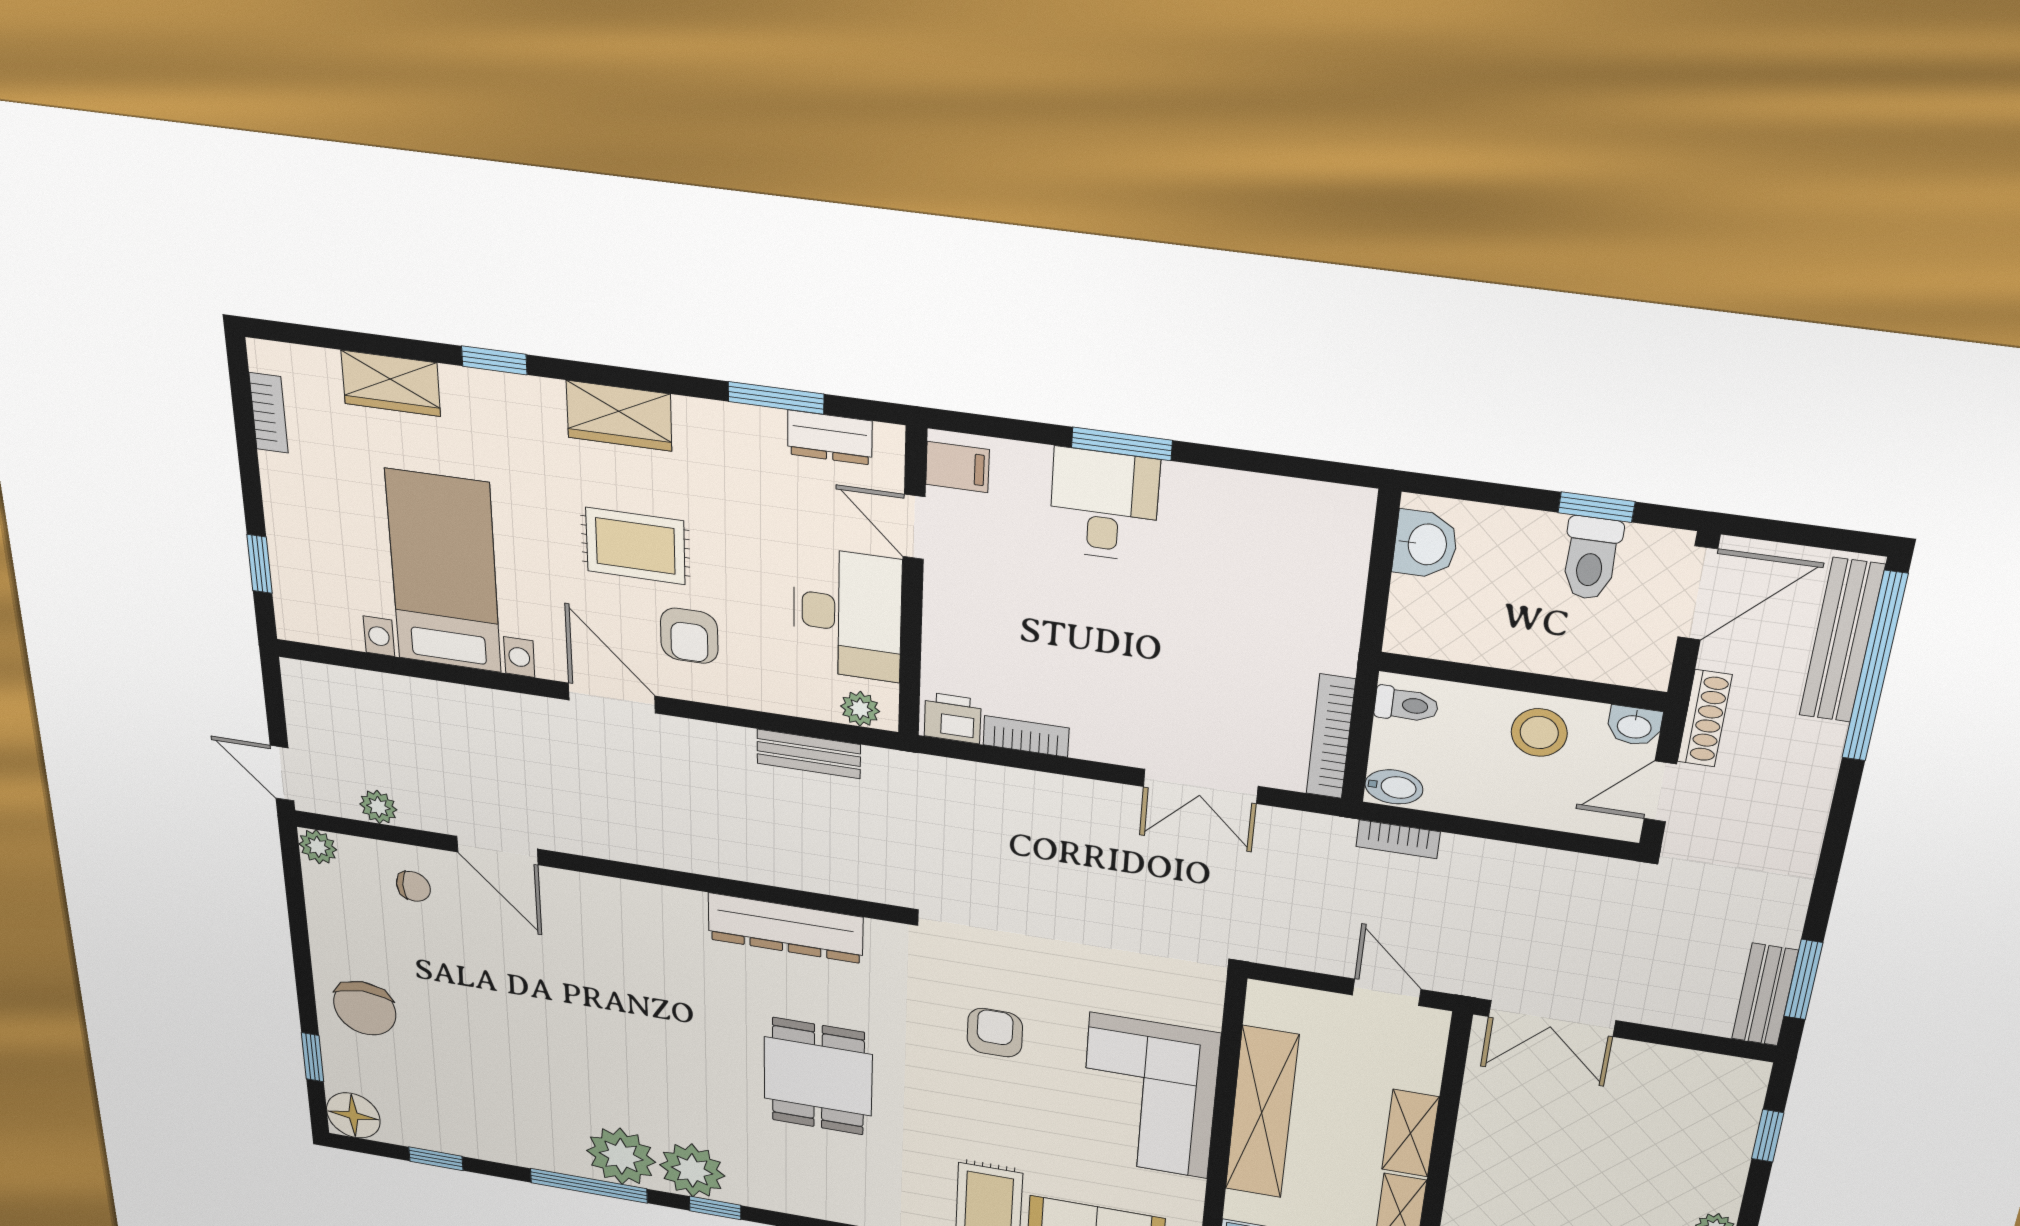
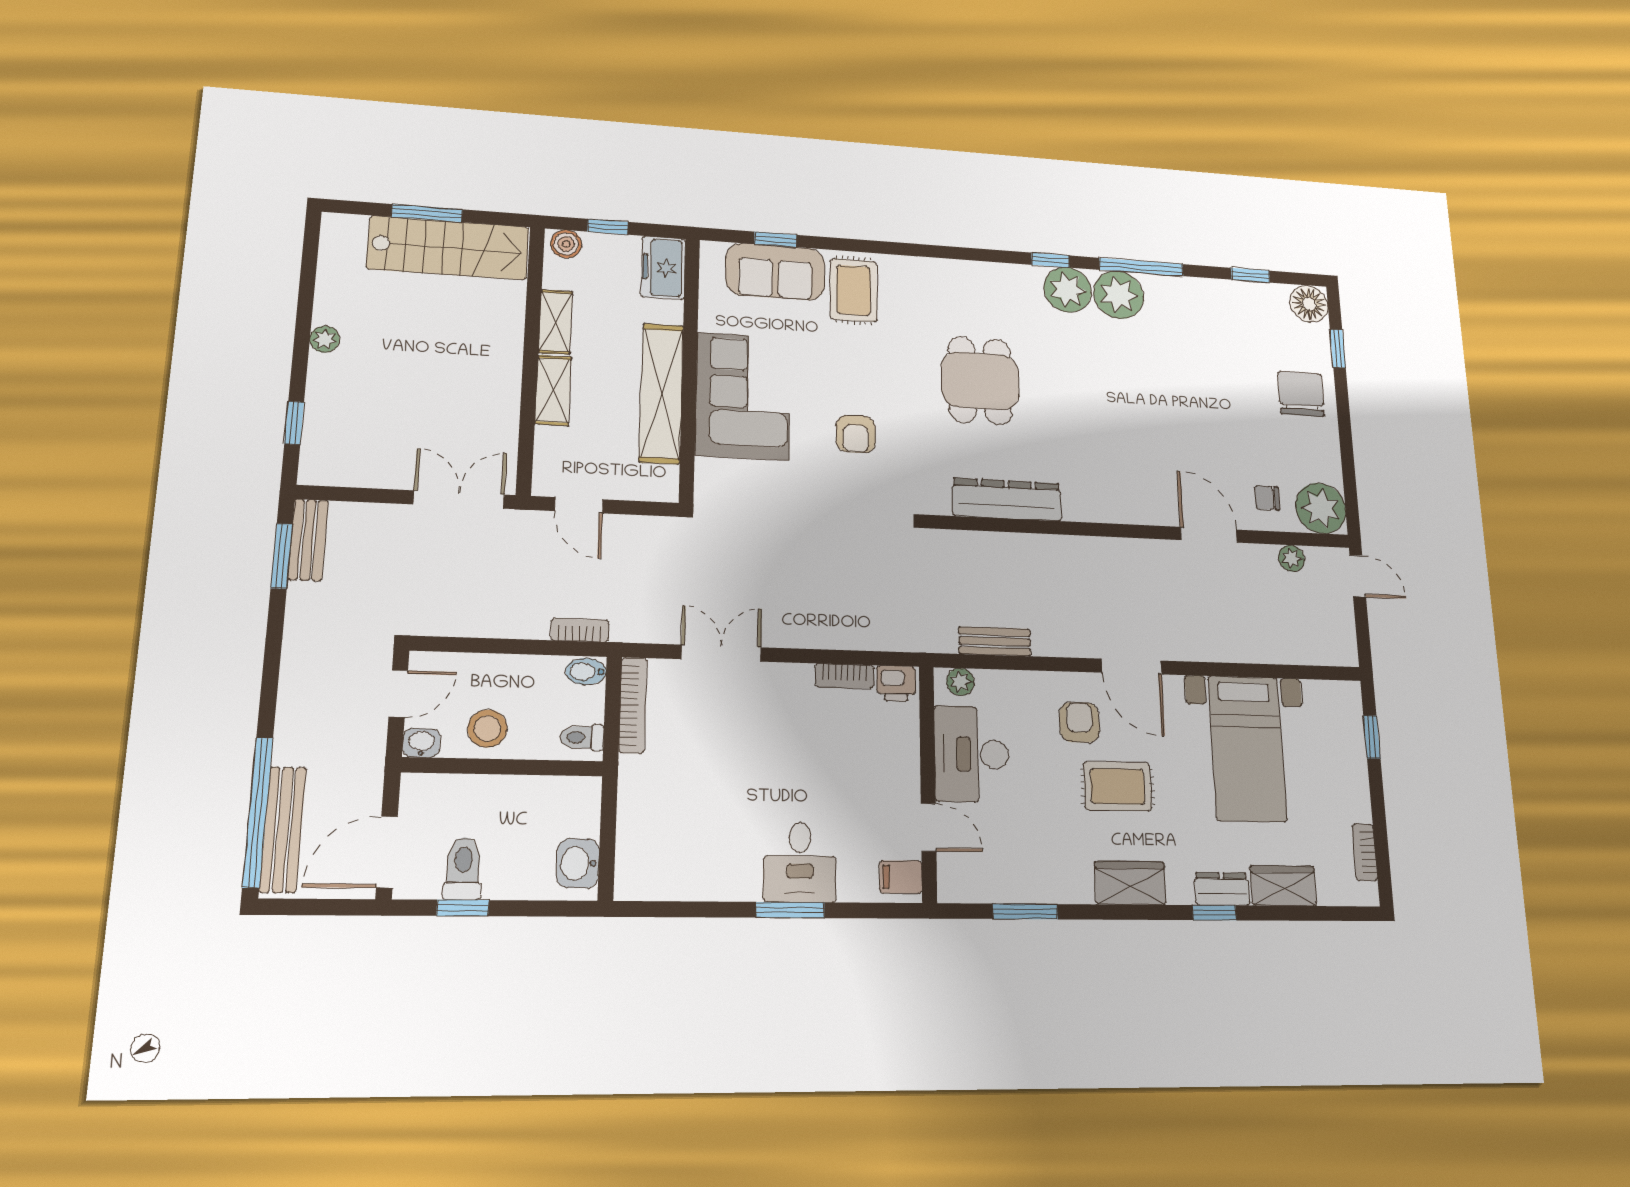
dresser: (830, 438) -> (1222, 889), moved
shoe rack: (1705, 718) -> (373, 756), removed
plant: (318, 847) -> (1321, 508), width x1.88, depth x1.88

